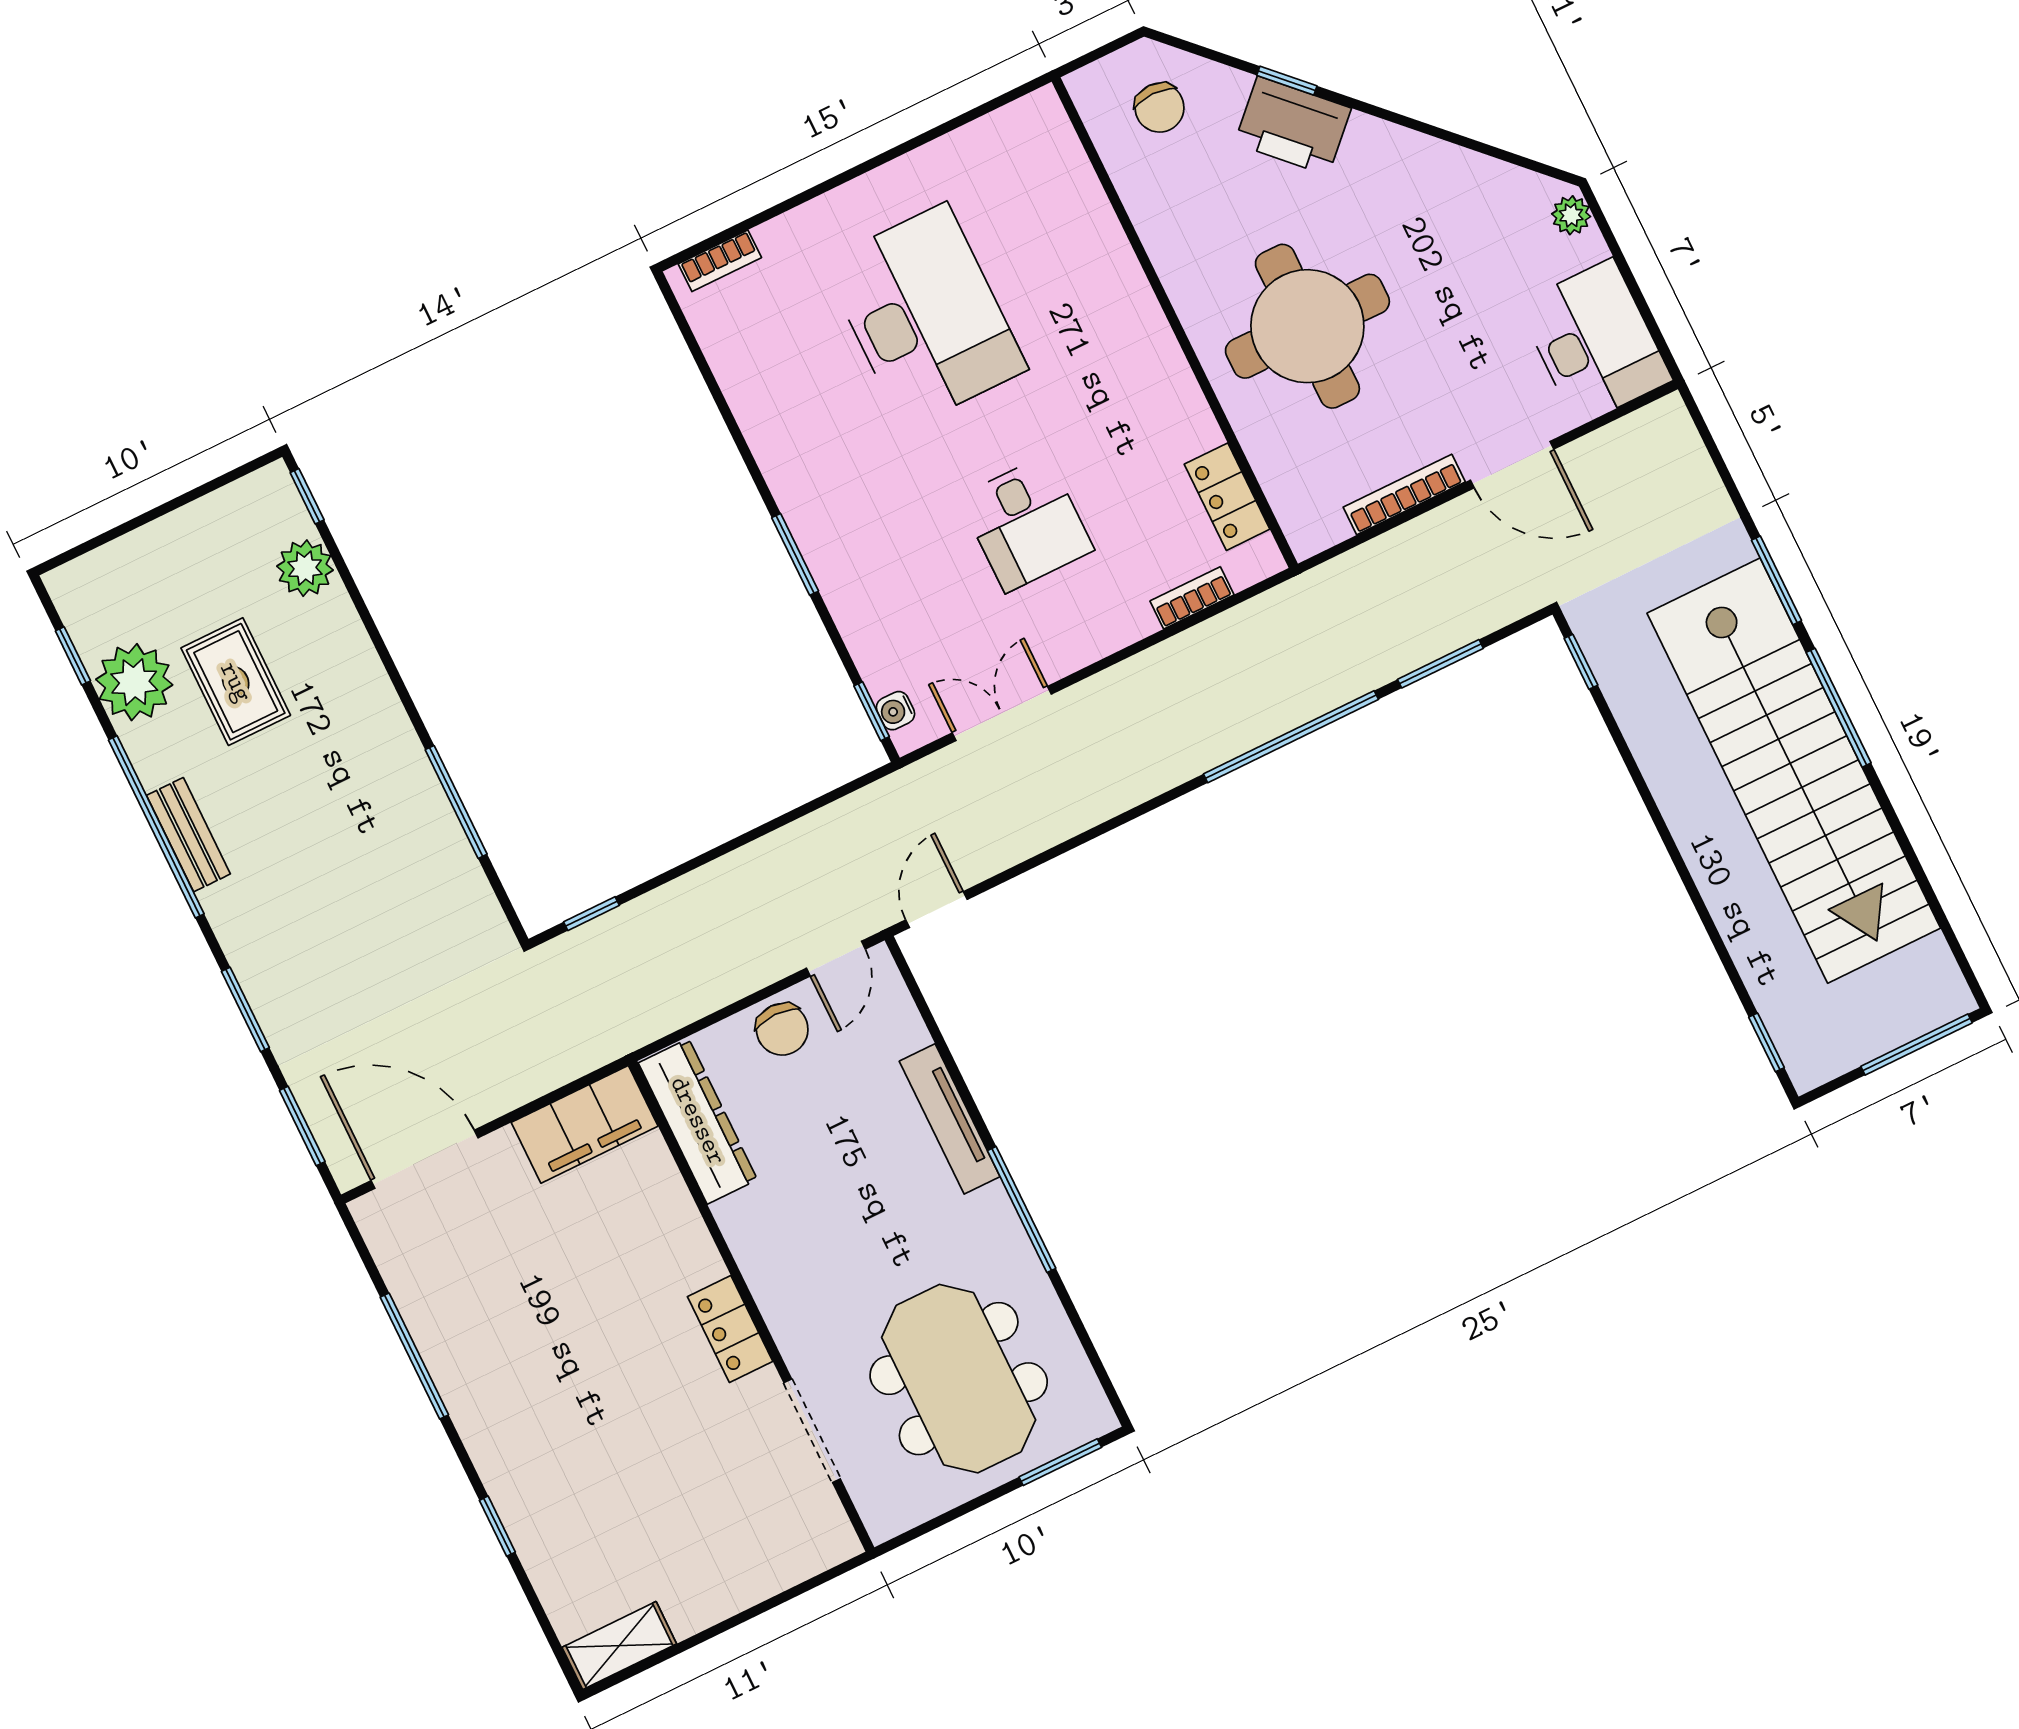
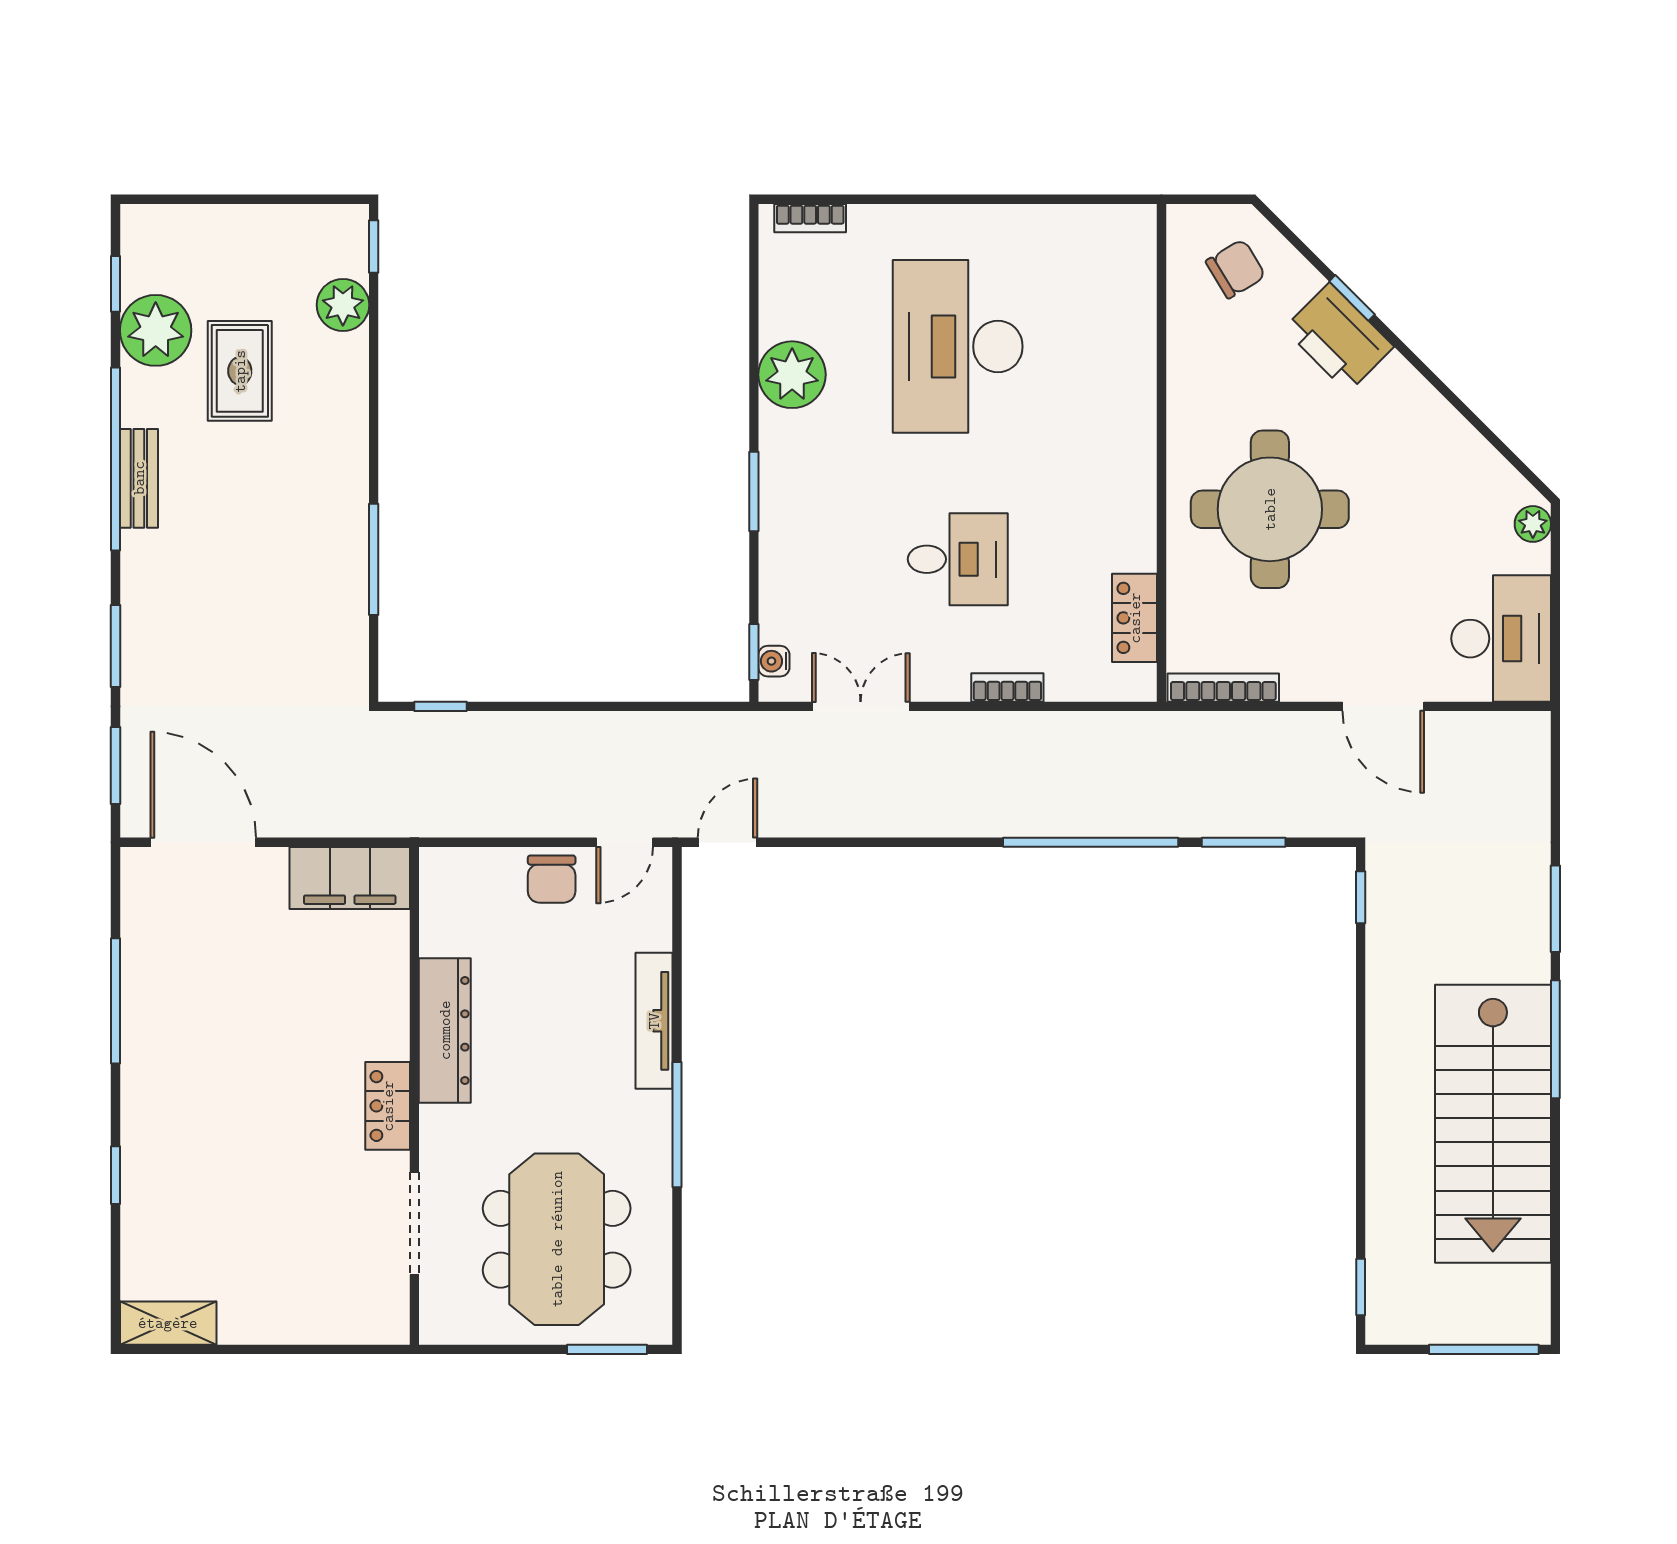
chair: (1159, 108) -> (1236, 269), turned -121
desk: (925, 316) -> (958, 346), turned 180
plant: (777, 422) -> (792, 375), added
bookcase: (1404, 495) -> (1223, 688), moved
desk: (1026, 524) -> (958, 559), turned -90
bookcase: (1192, 598) -> (1007, 687), moved
stairs: (1794, 771) -> (1493, 1124), width x0.73
dresser: (698, 1121) -> (445, 1030), moved

